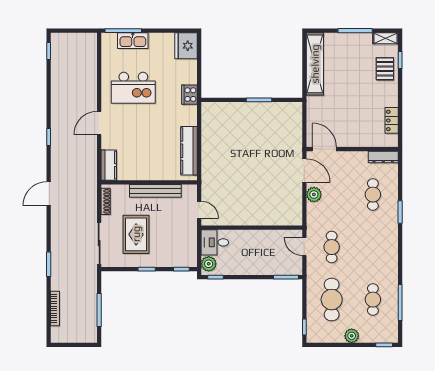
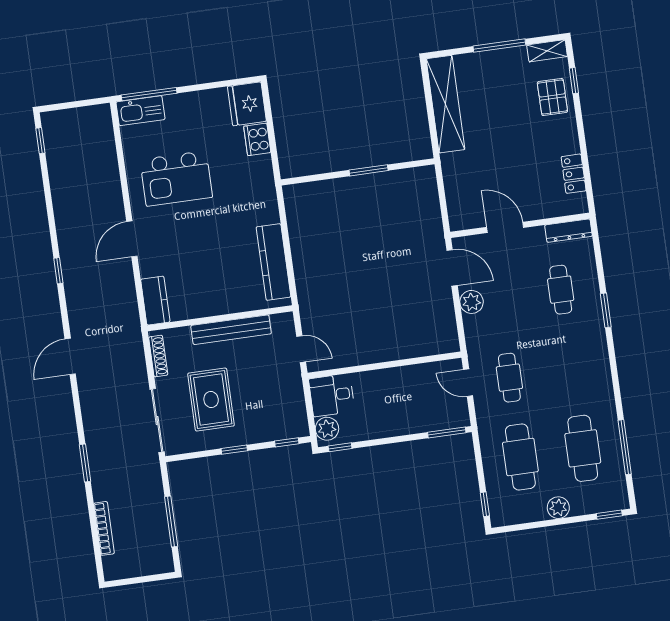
kitchen sink: (133, 41) -> (141, 111), moved
cooker: (189, 95) -> (257, 139), moved
door: (324, 149) -> (505, 227), moved
cafe table: (373, 300) -> (583, 448), width x1.37, depth x1.35

